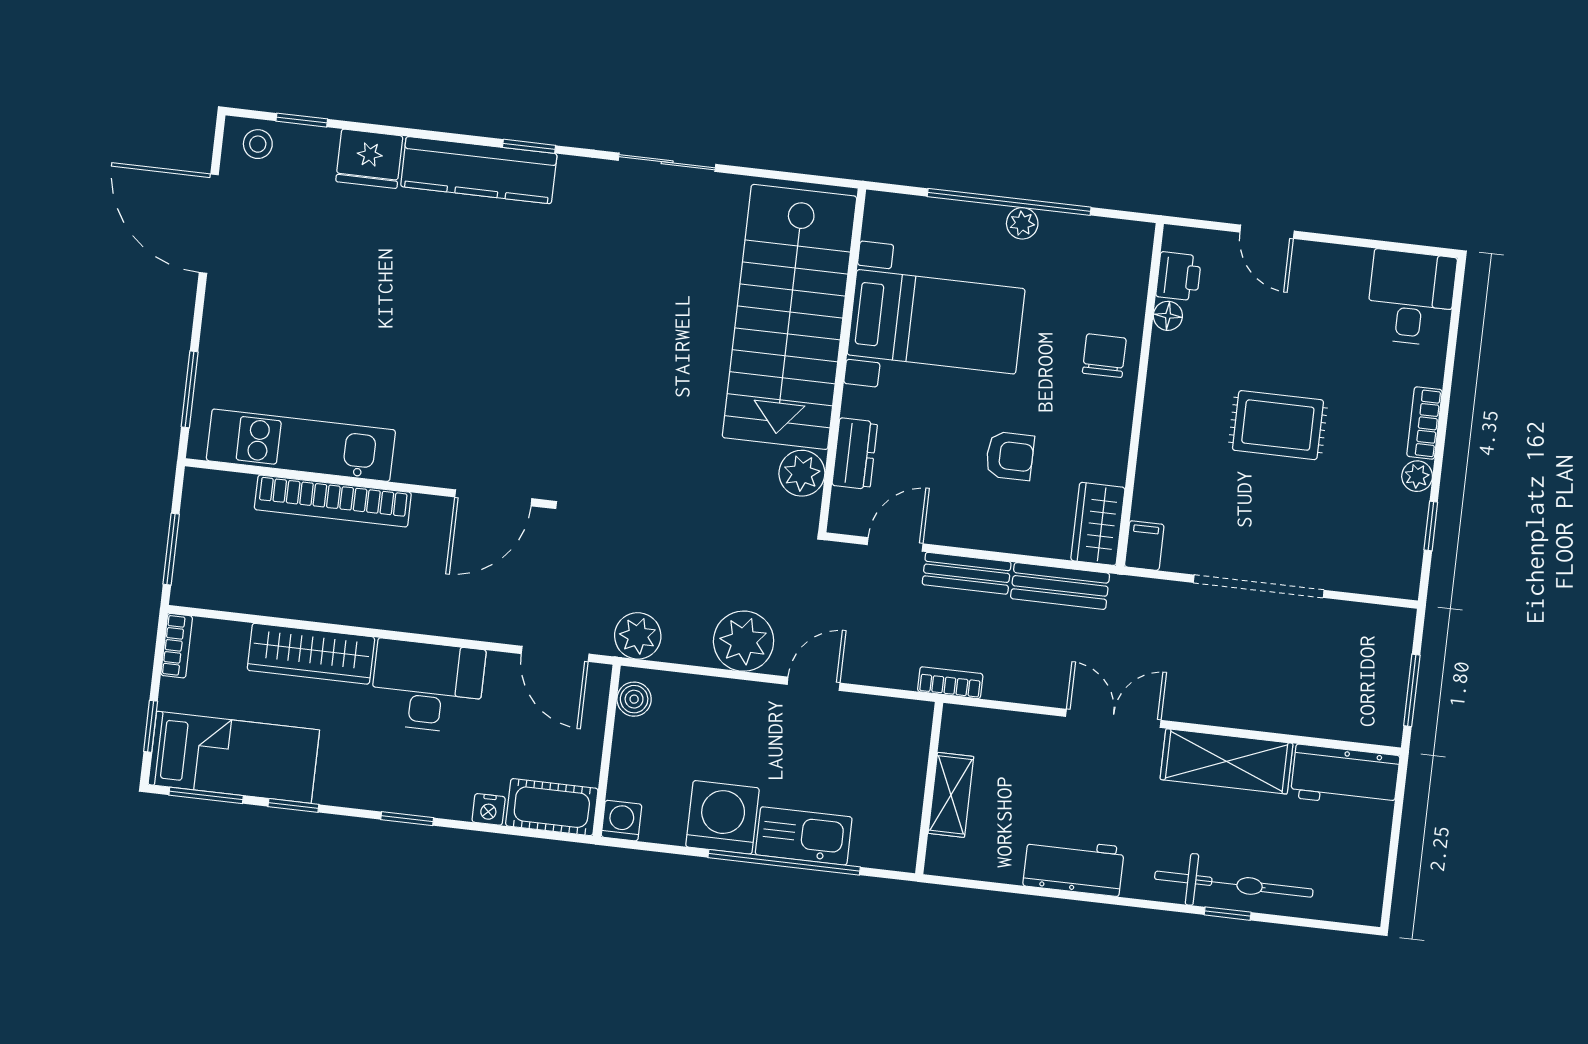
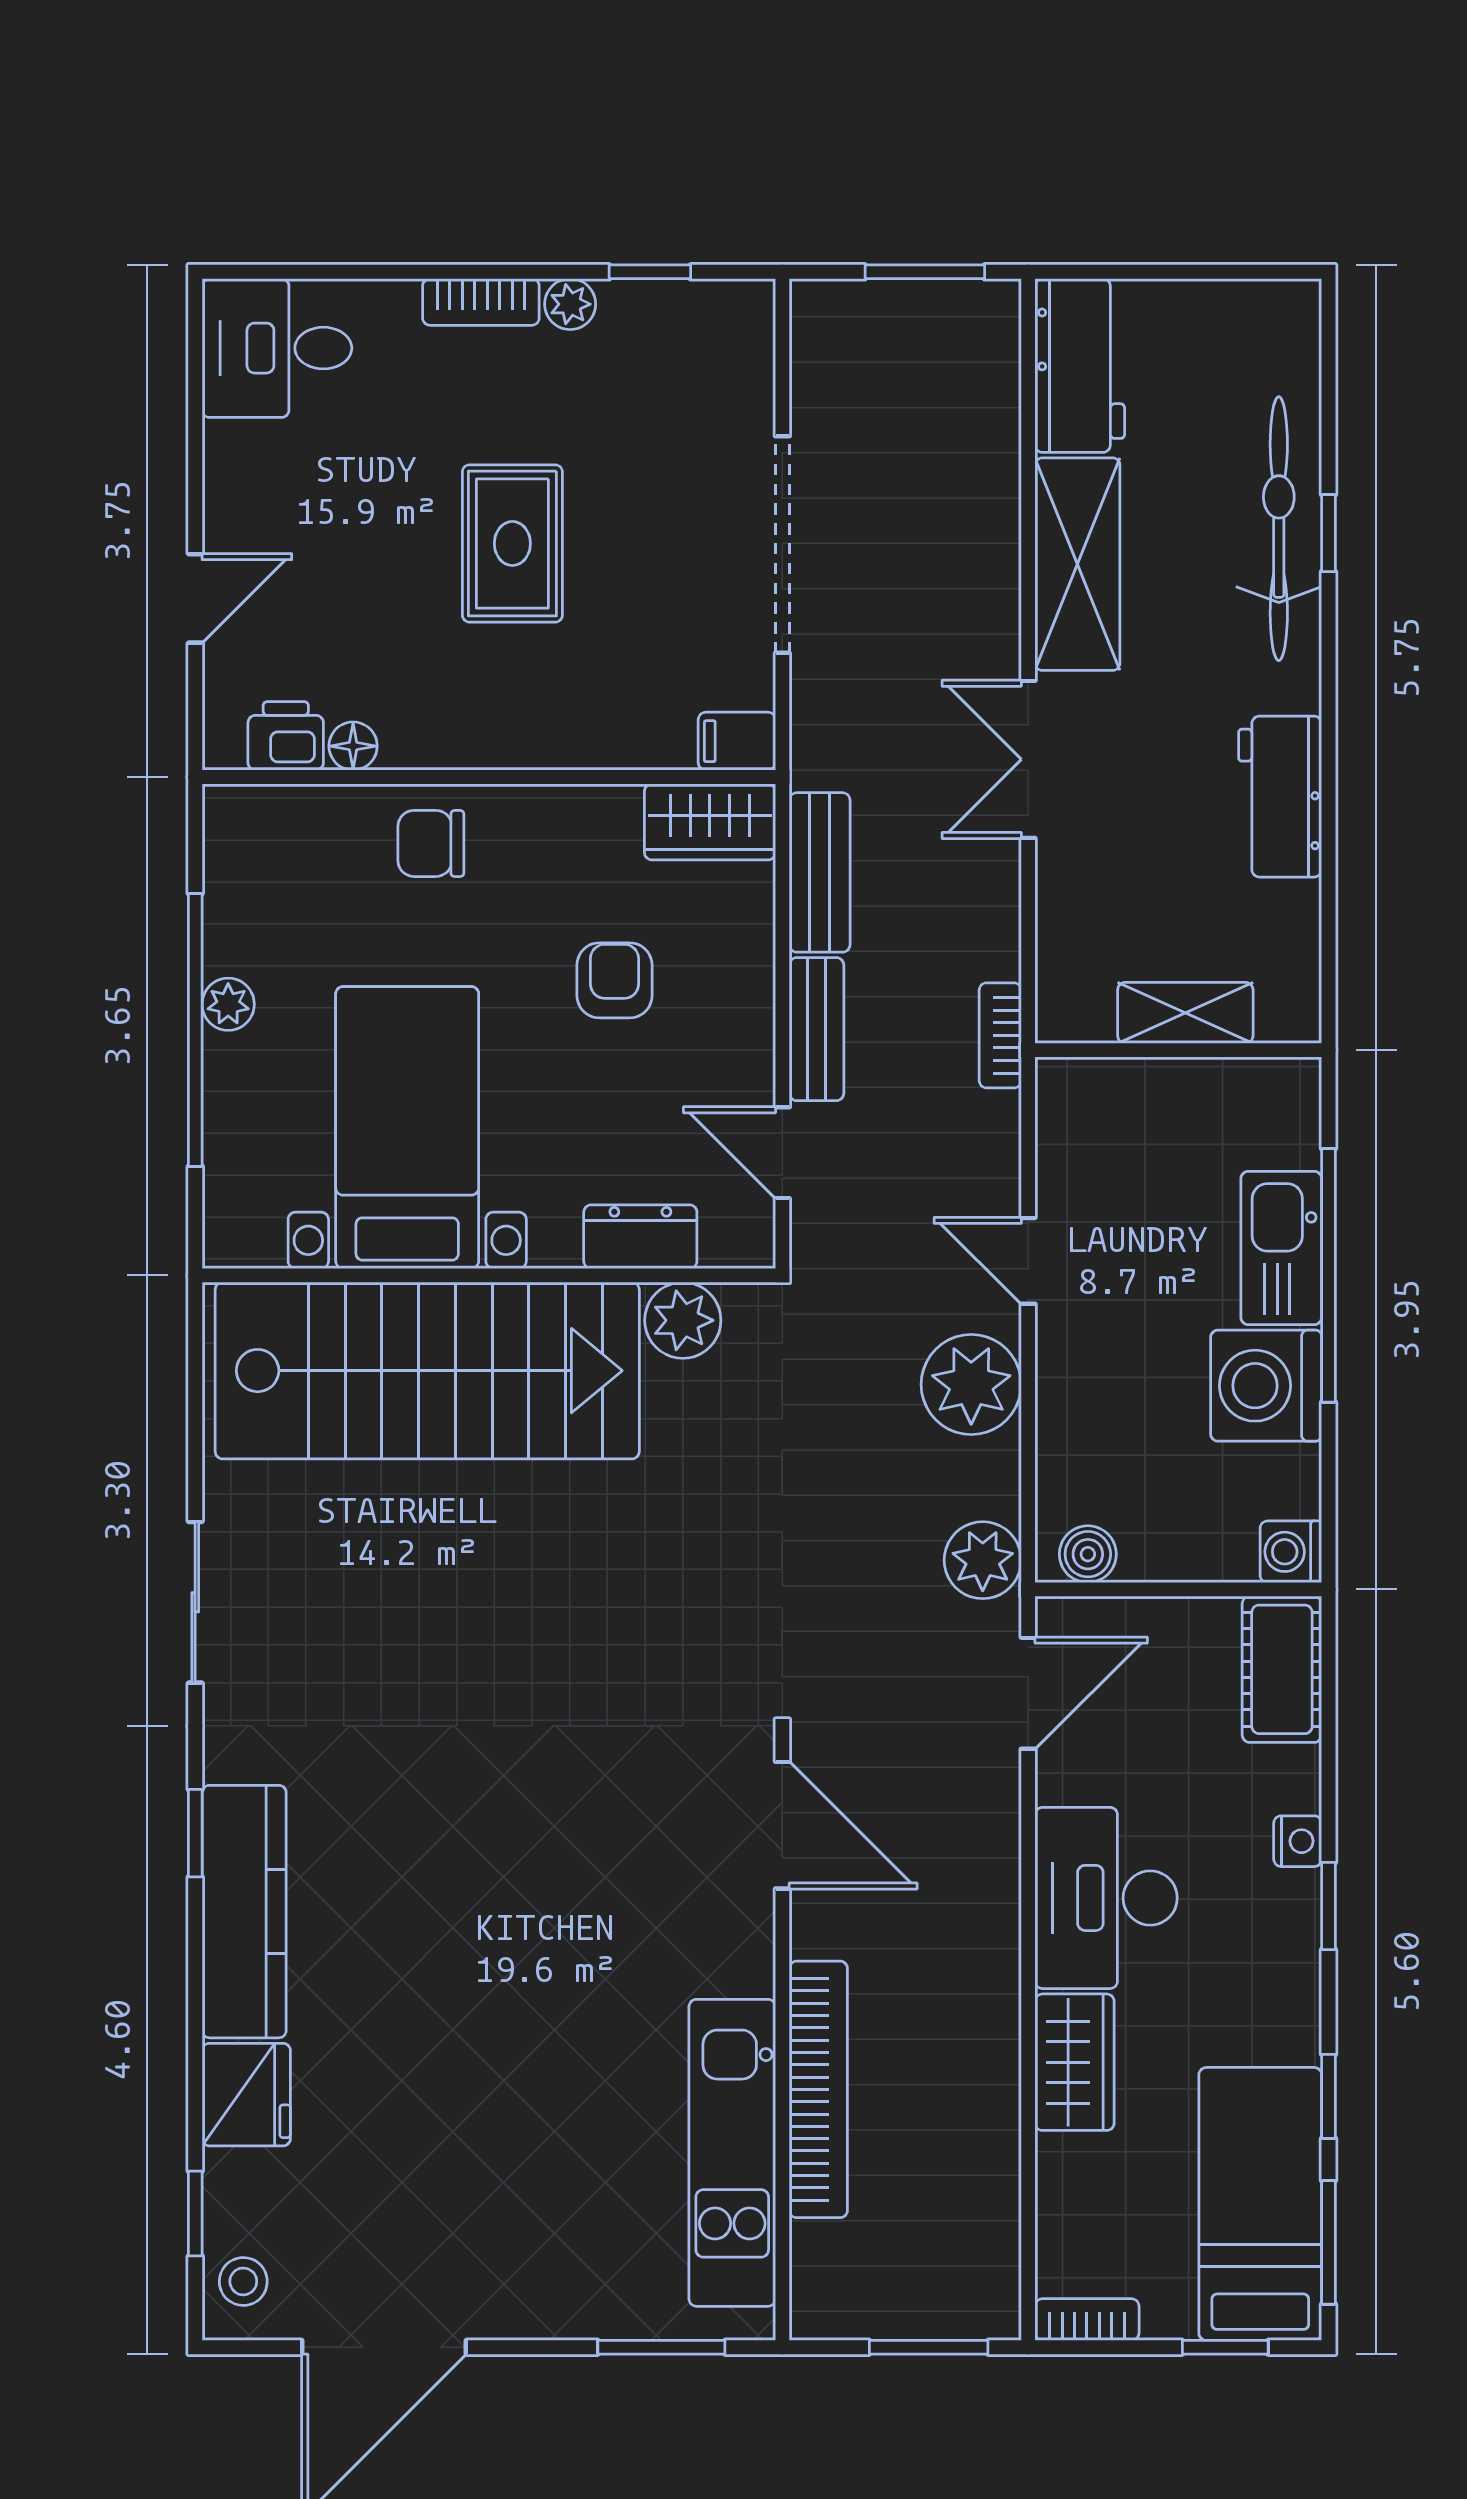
wardrobe: (311, 654) -> (1075, 2062), width x0.67
nightstand: (489, 809) -> (1298, 1841), moved

